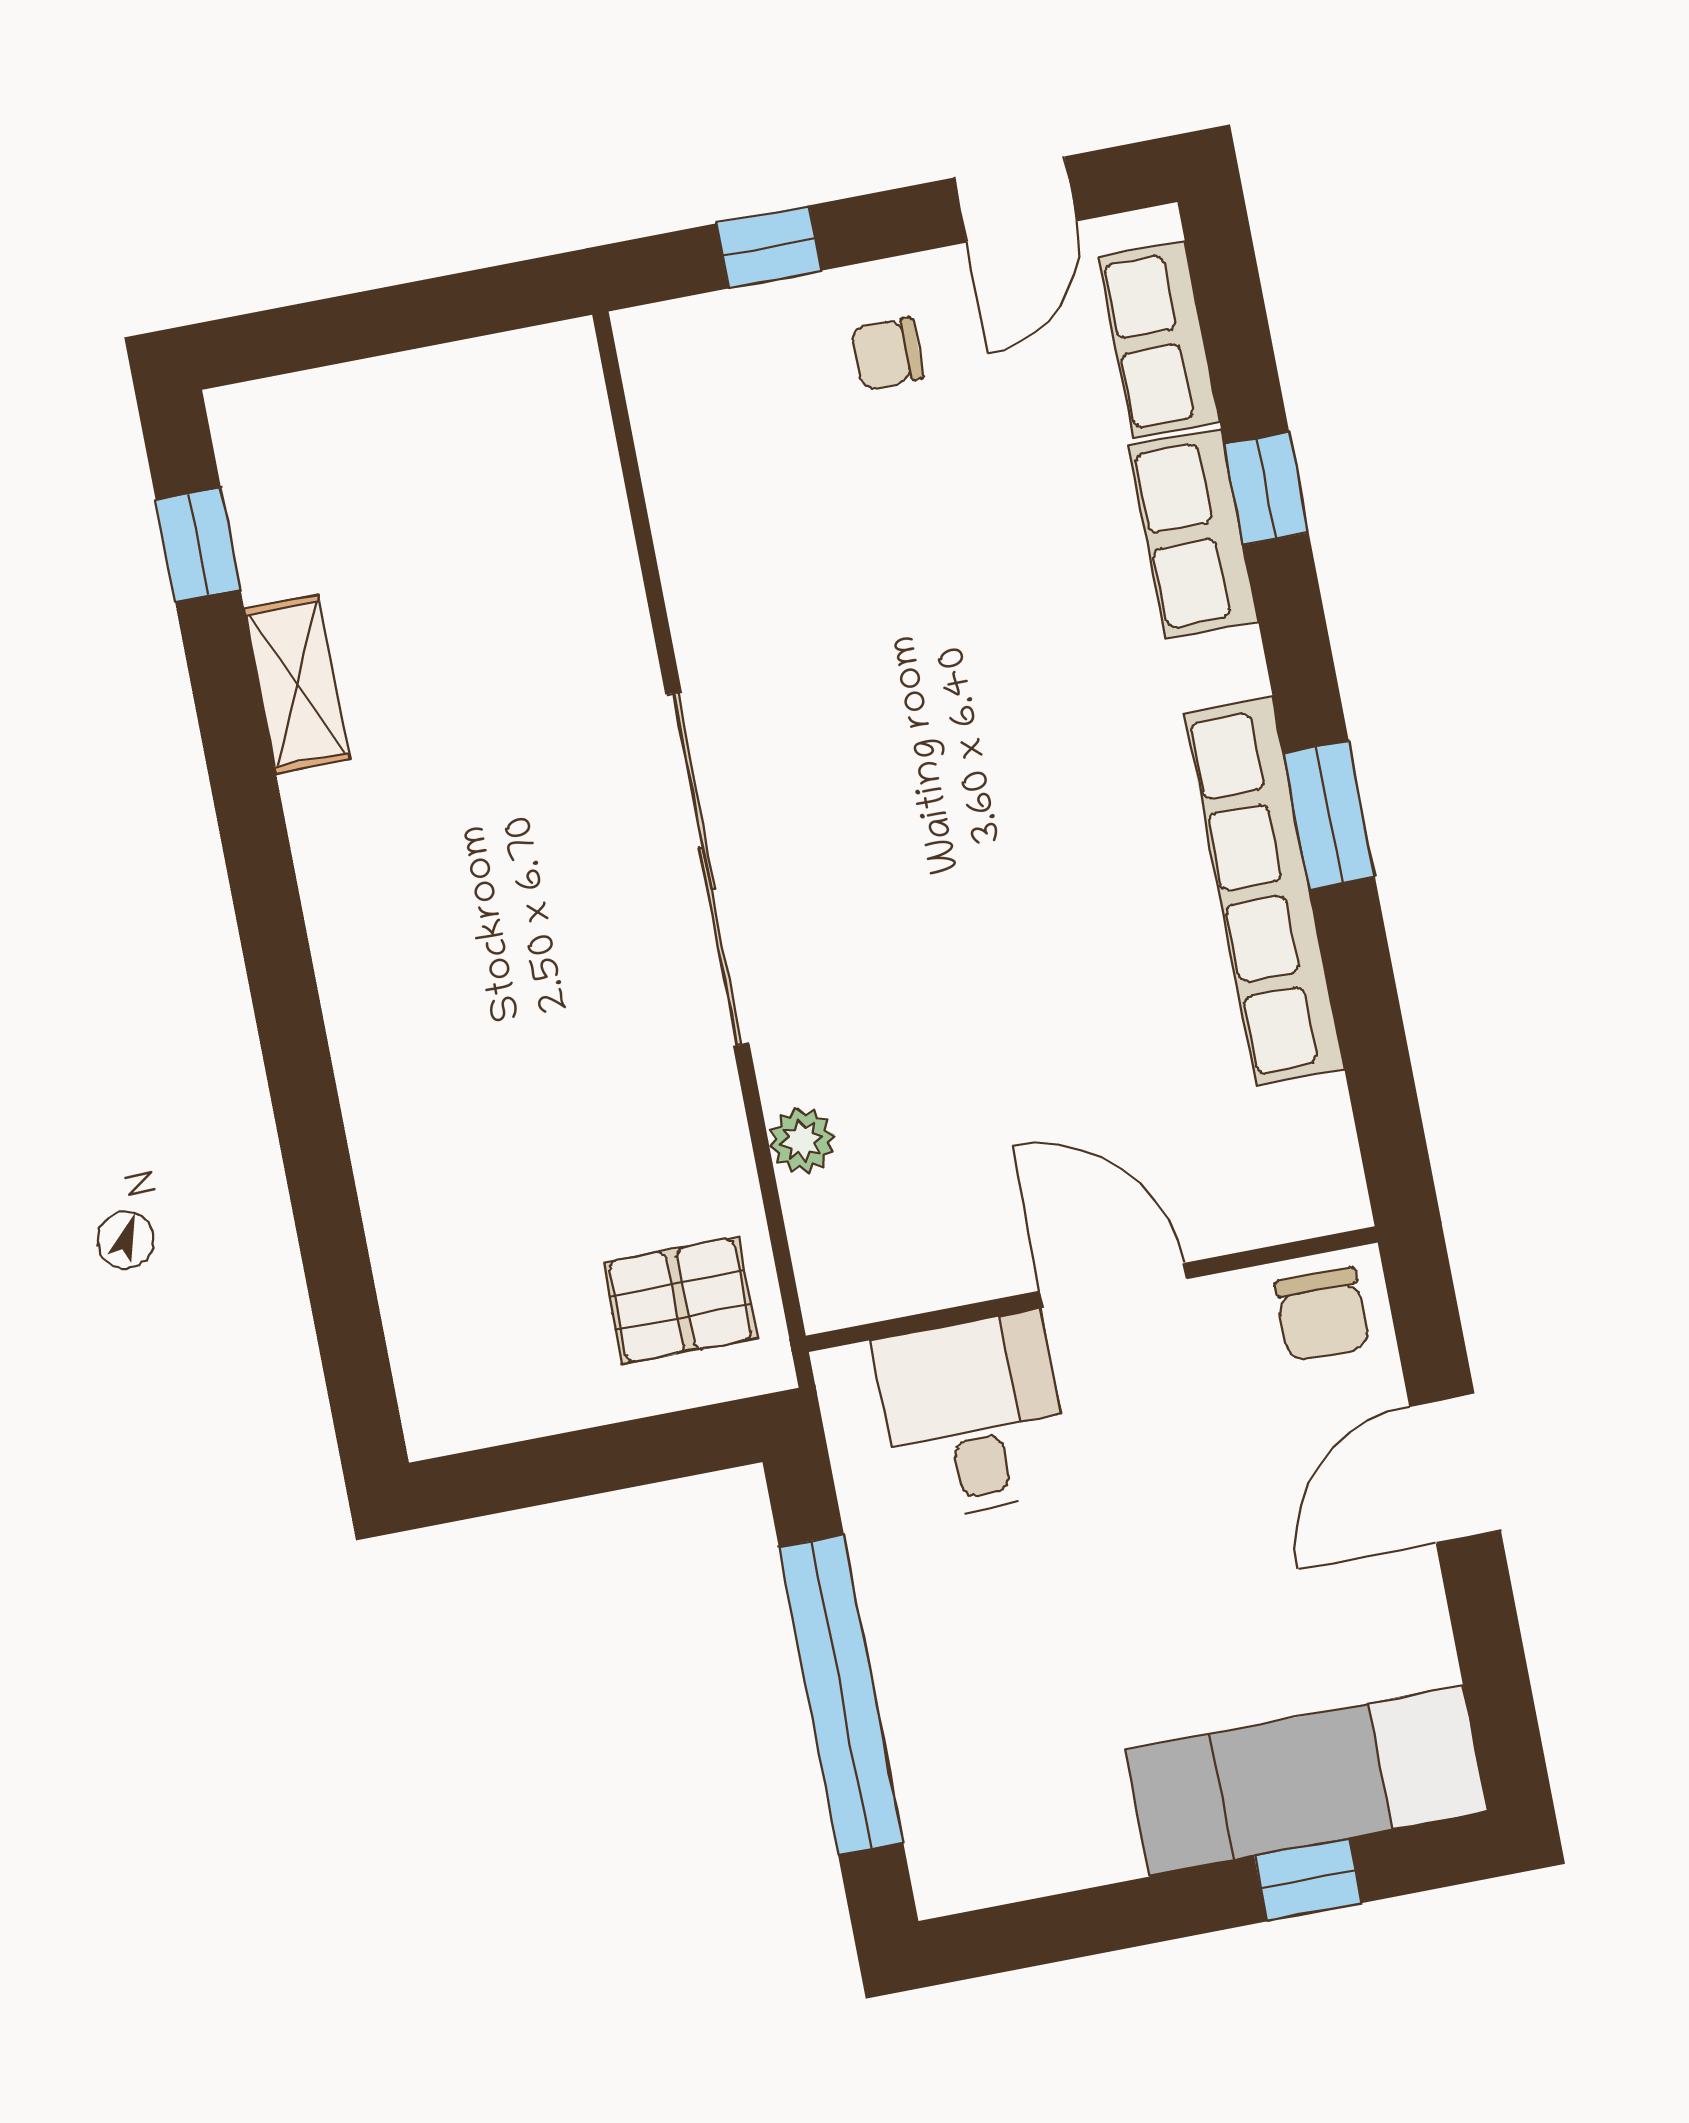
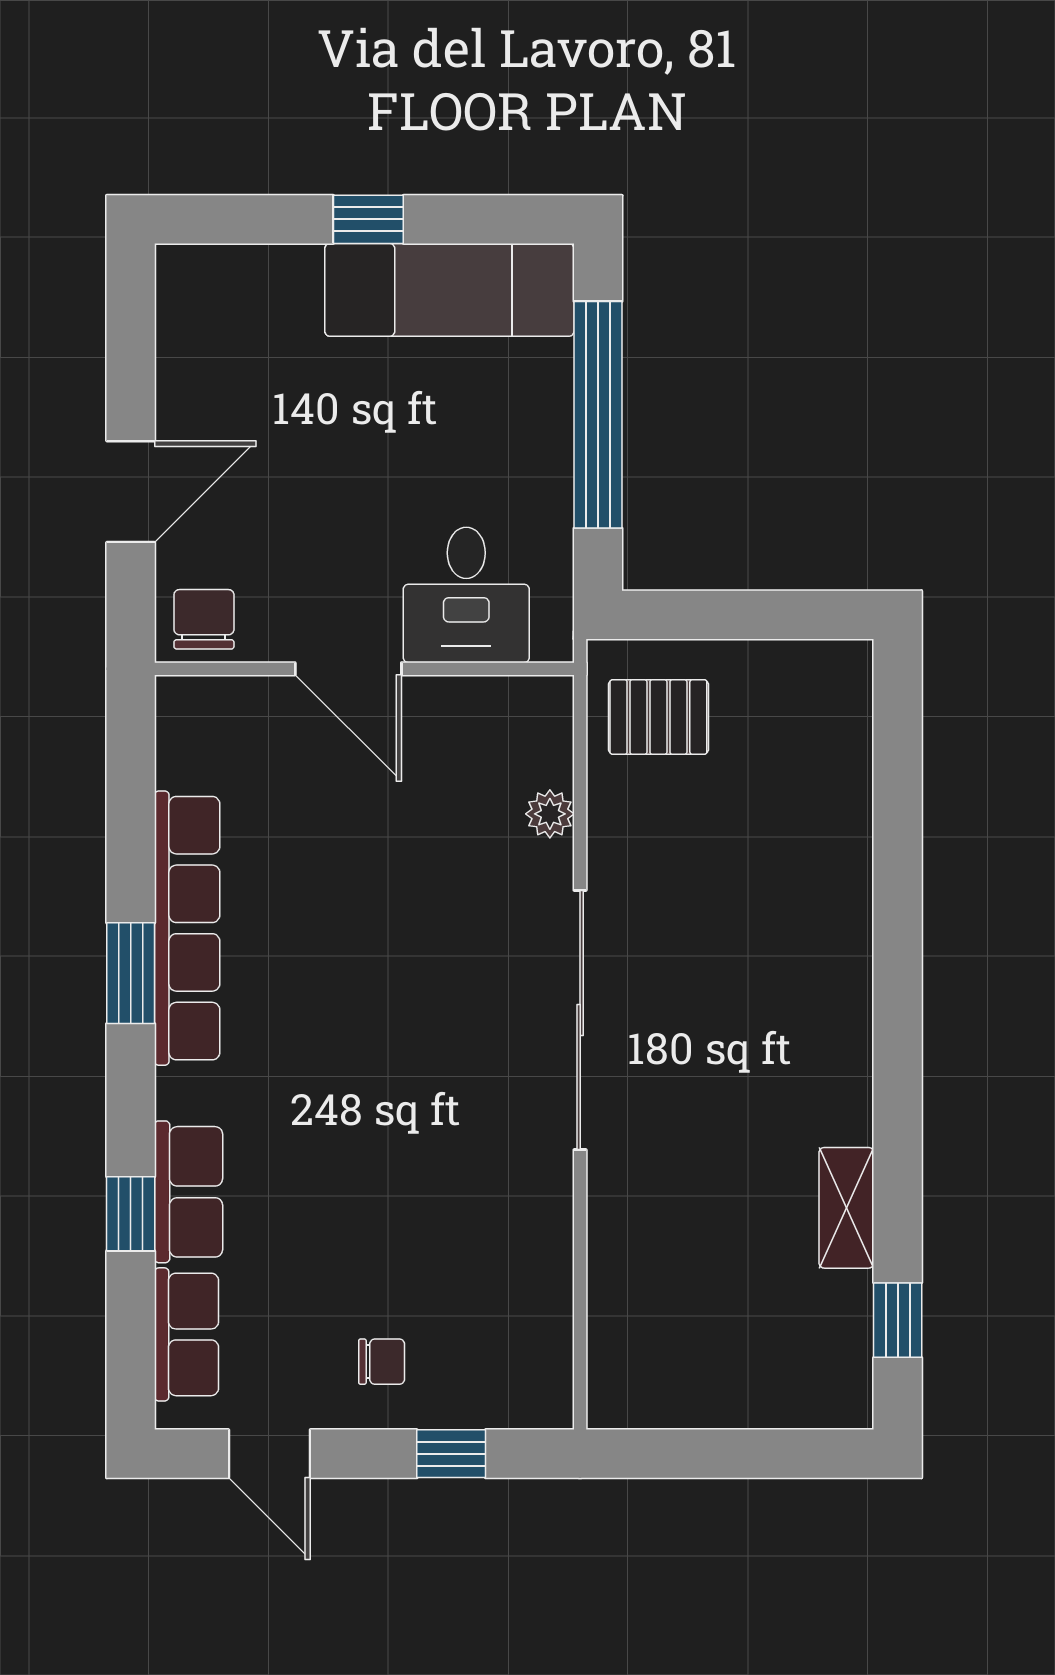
door: (1015, 199) -> (269, 1454), swing flipped
exam couch: (1306, 1781) -> (449, 290), moved
window: (1308, 1880) -> (368, 219), moved

